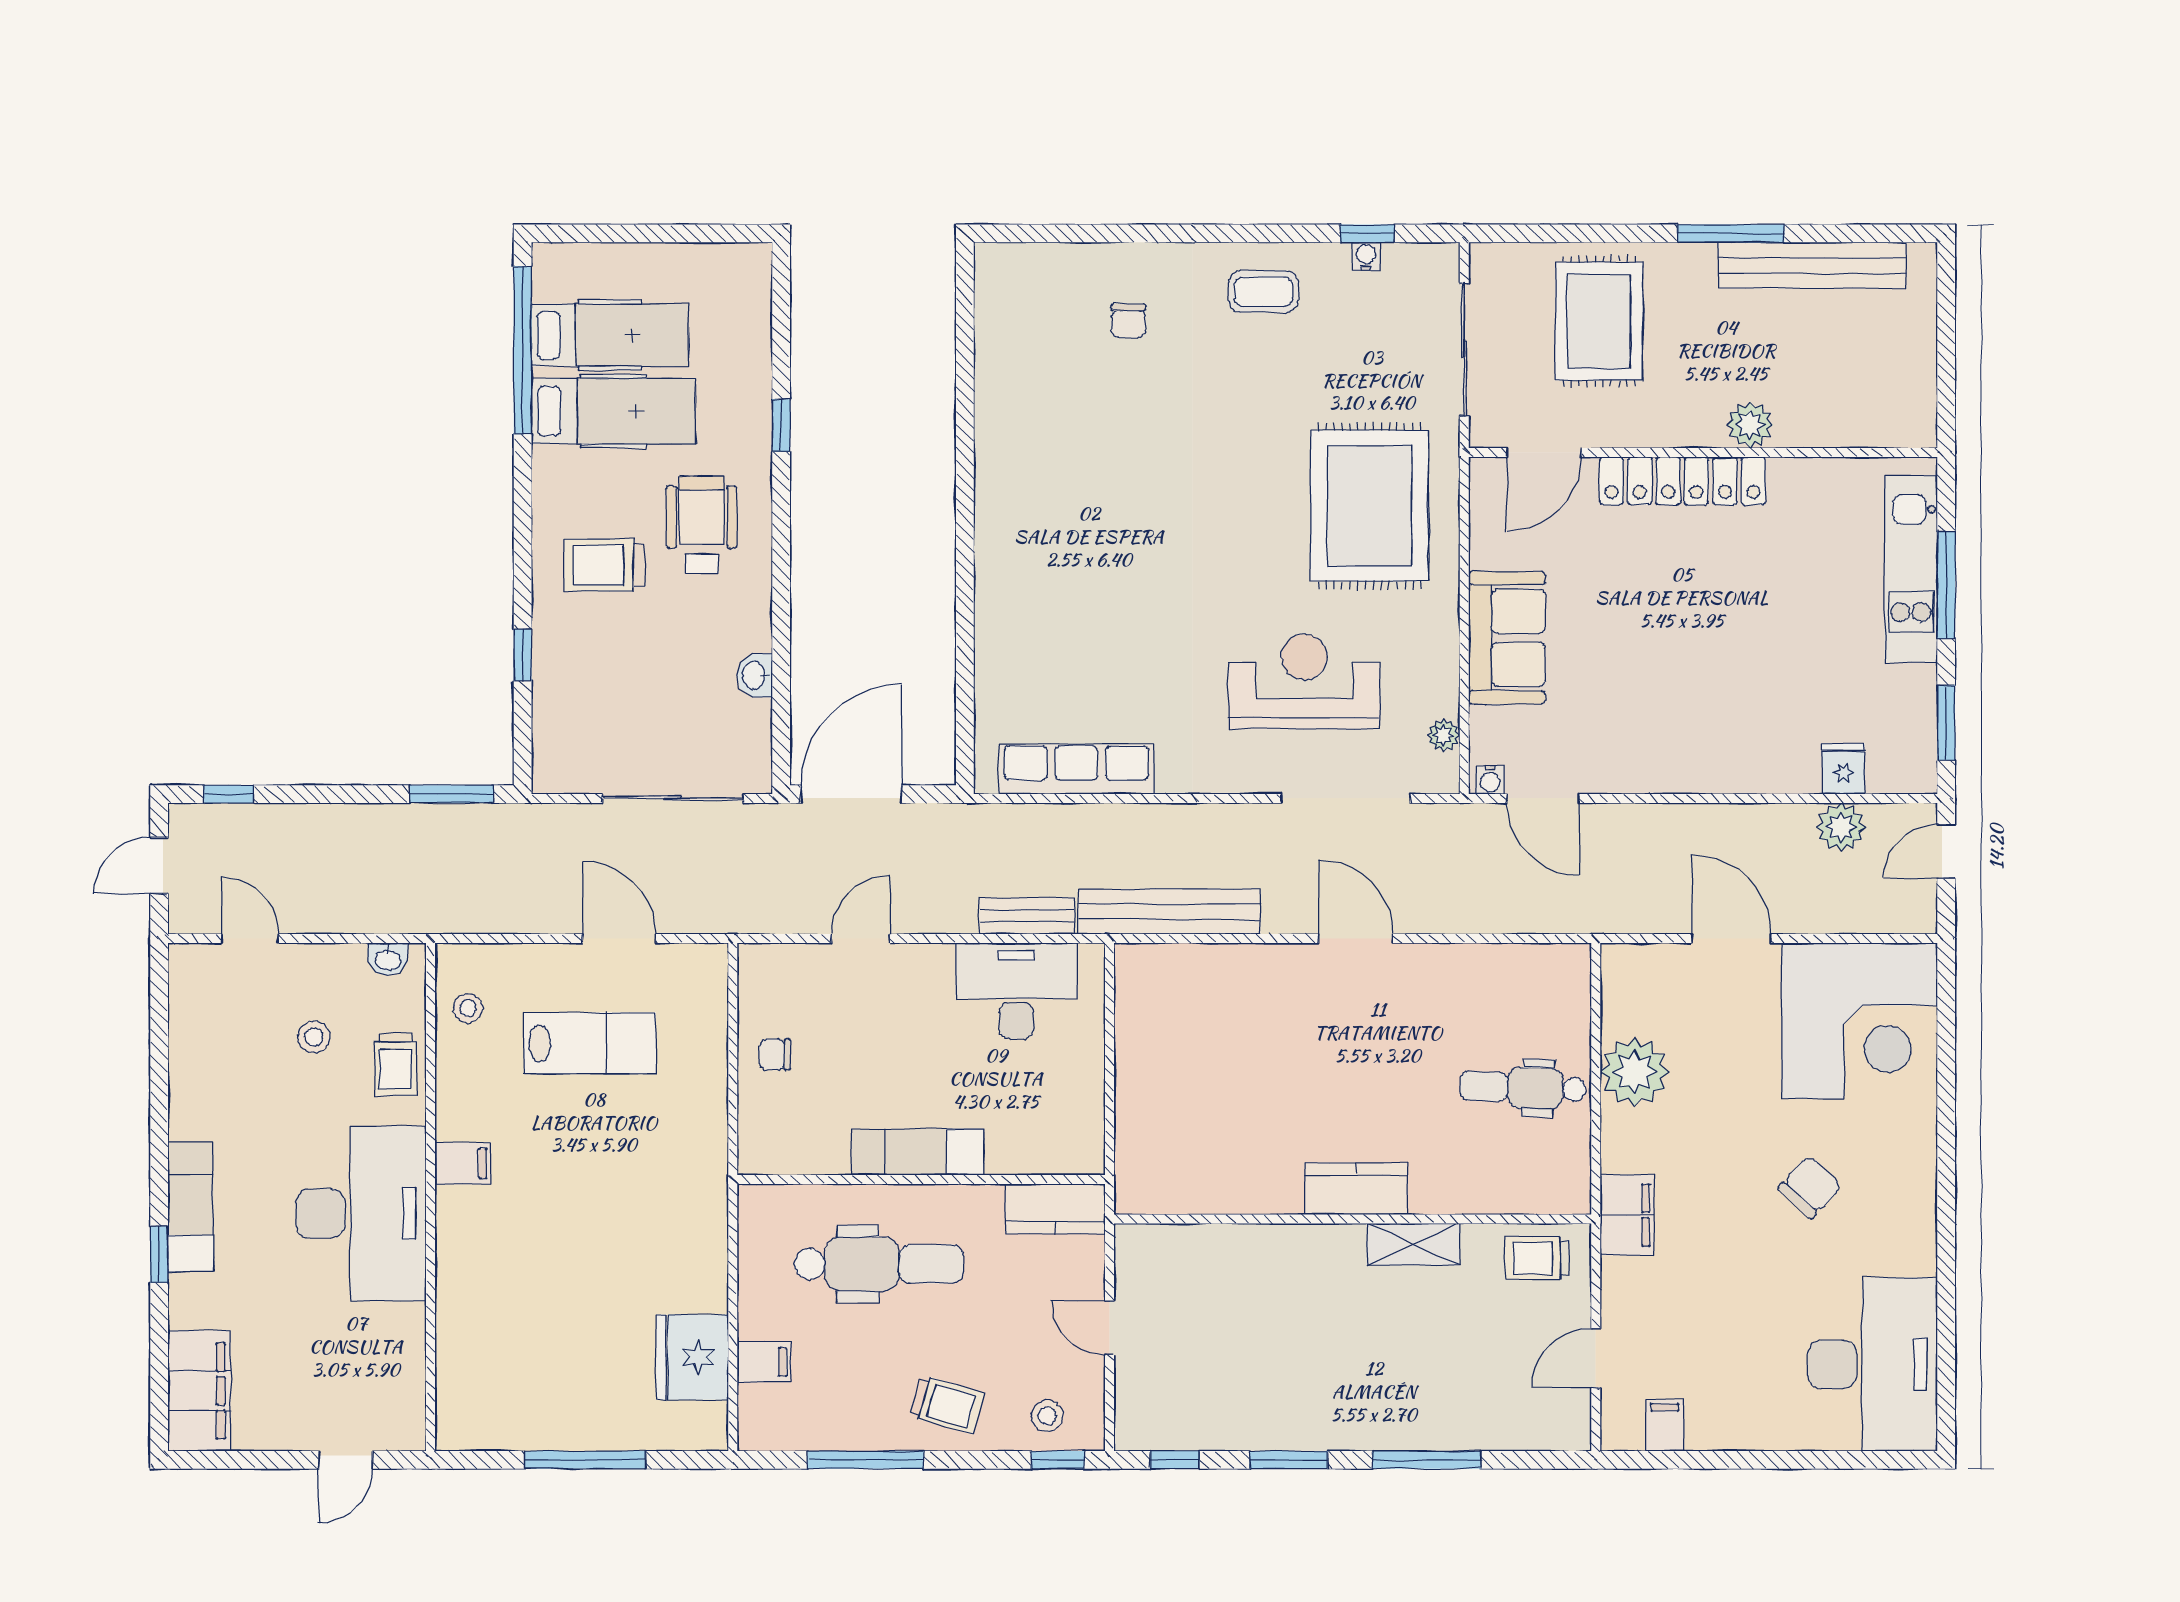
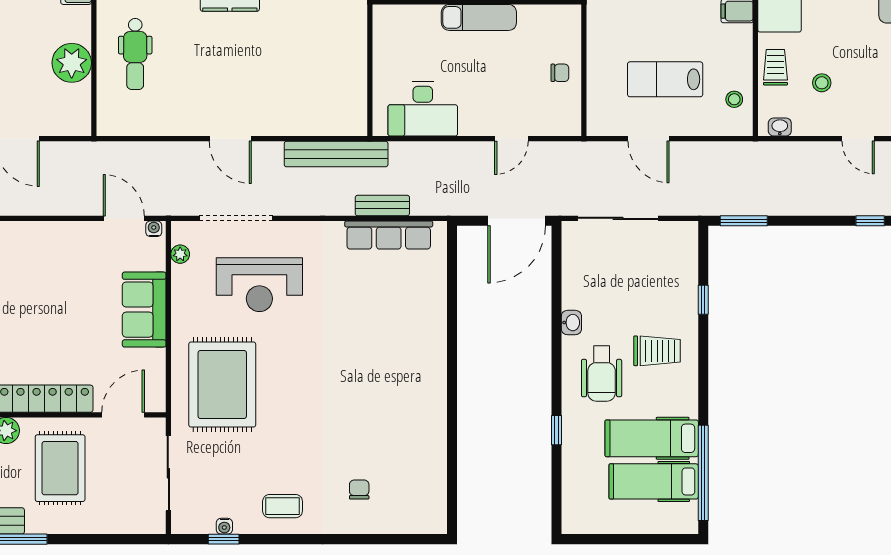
rug: (1599, 321) -> (60, 468), moved
washbasin: (755, 675) -> (571, 323), moved
bench: (1027, 916) -> (382, 205), moved
dental chair: (1523, 1088) -> (135, 54), turned 88

